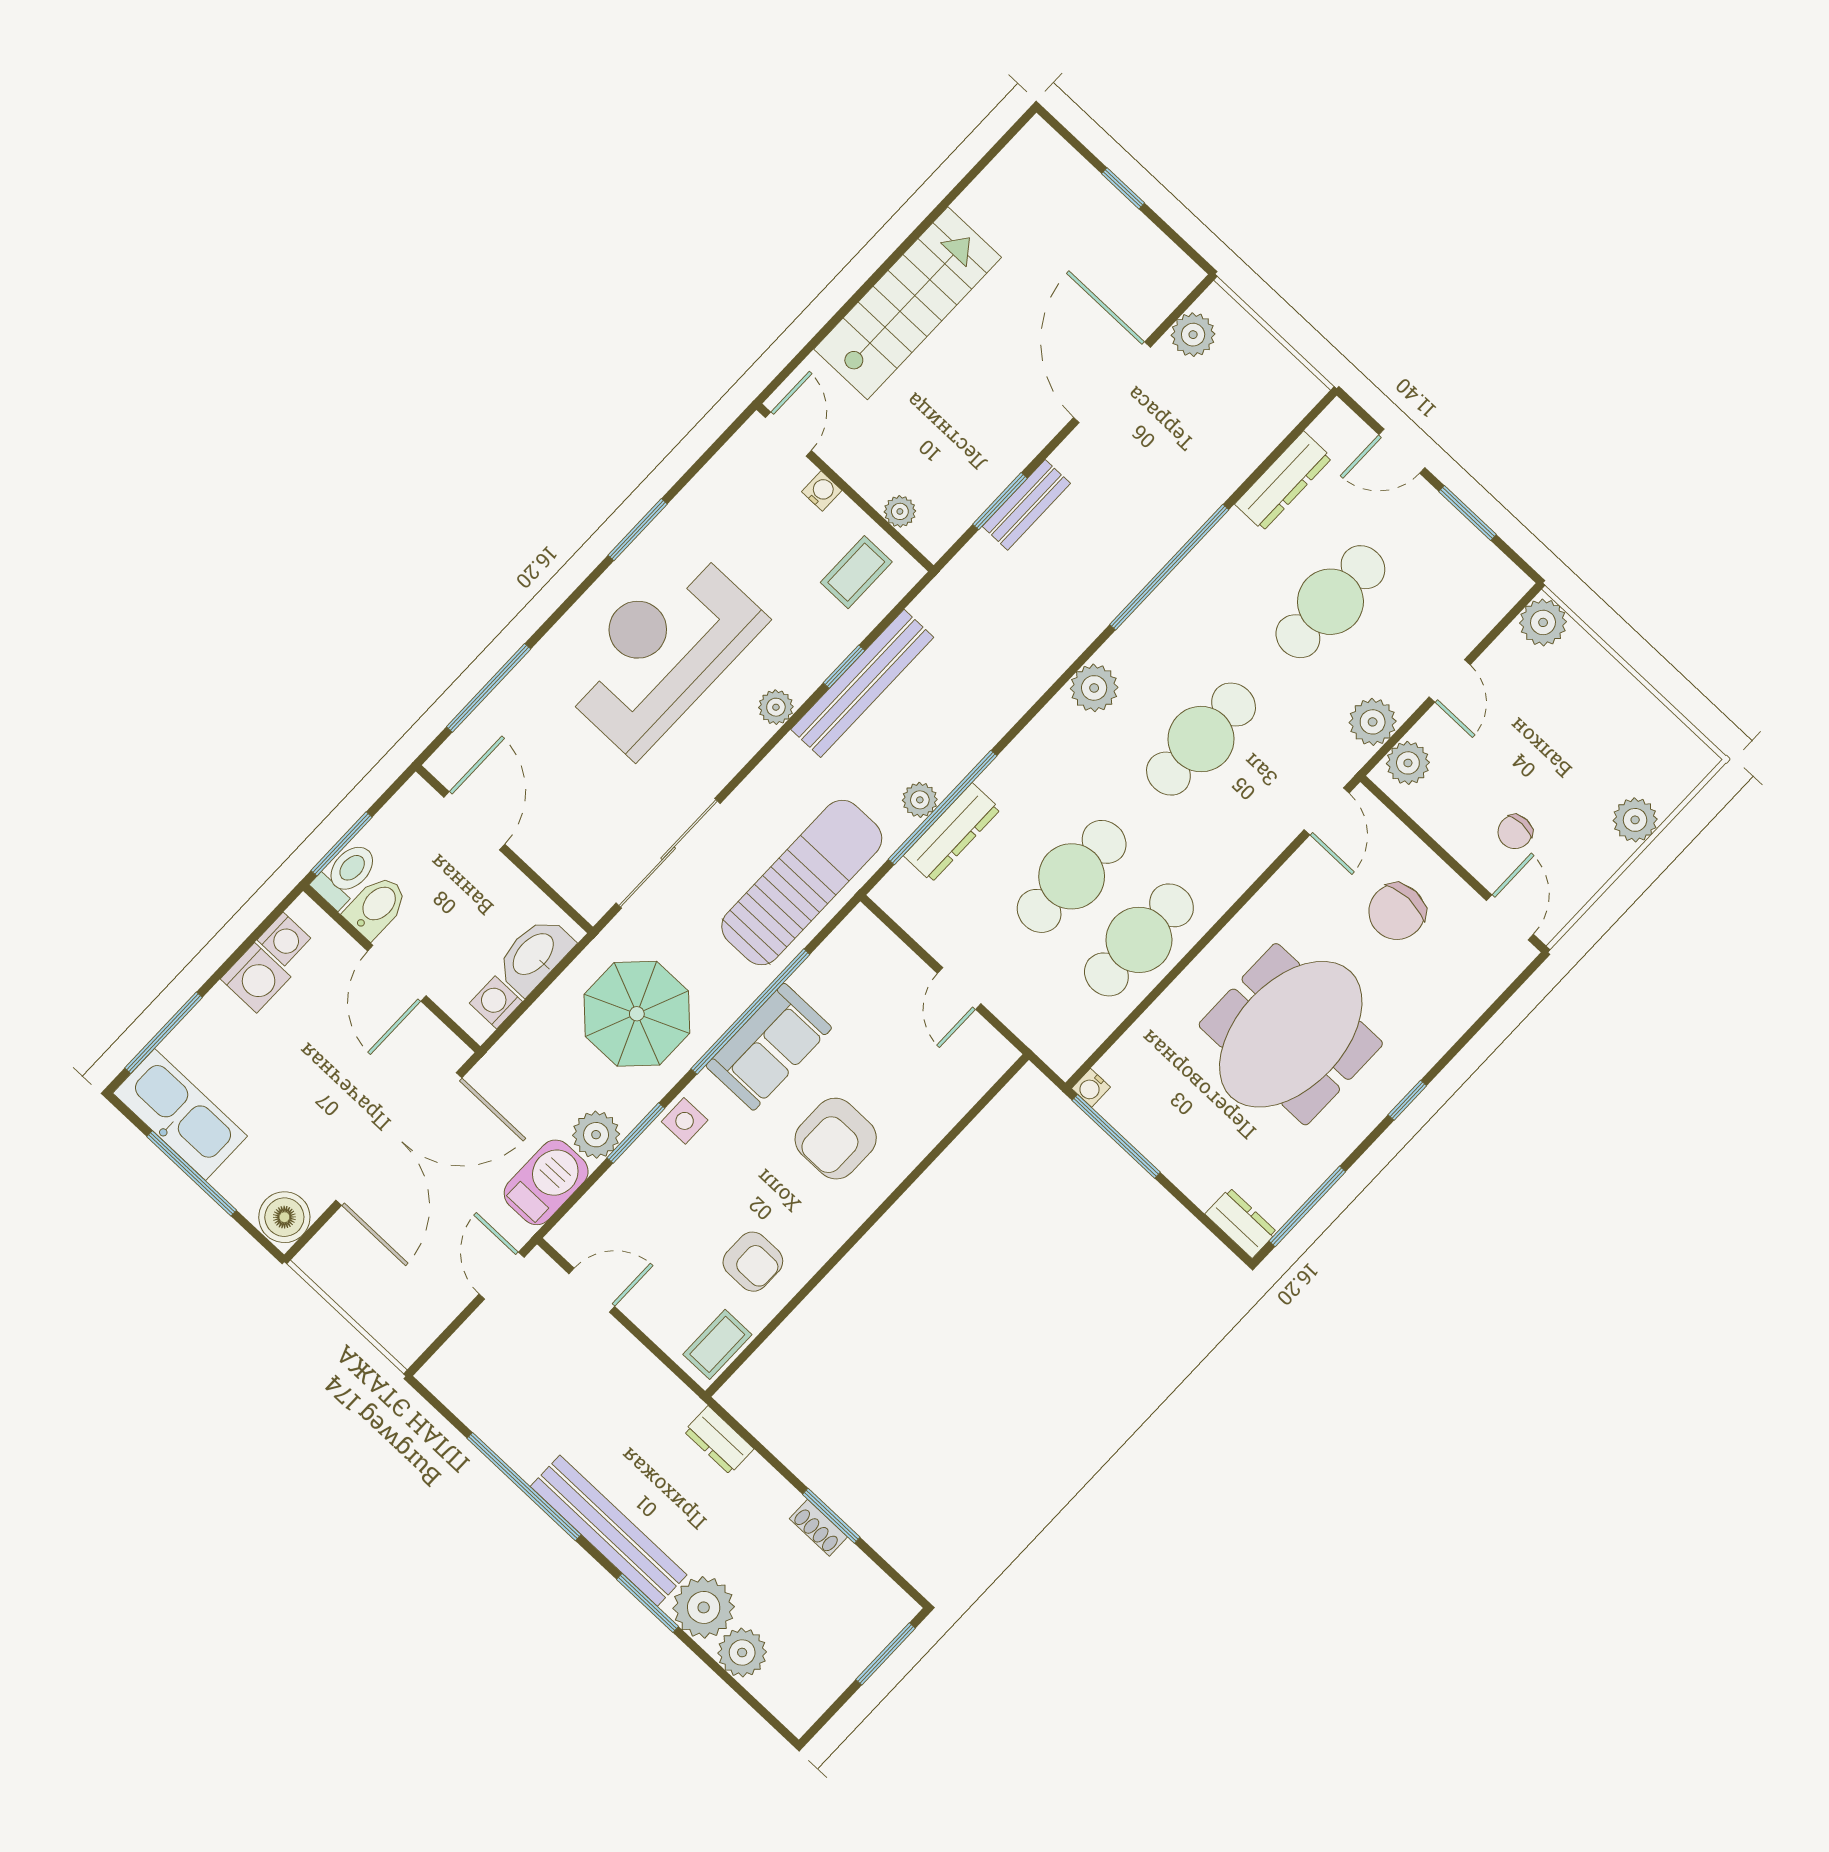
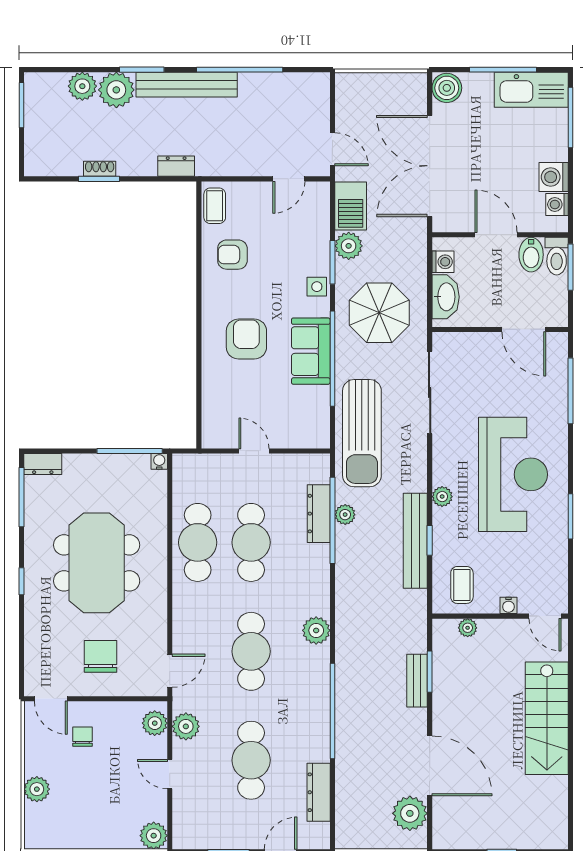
plant: (1193, 335) -> (410, 813), width x1.36, depth x1.36
door: (1327, 811) -> (170, 671), swing flipped
window: (886, 1654) -> (22, 105), moved

